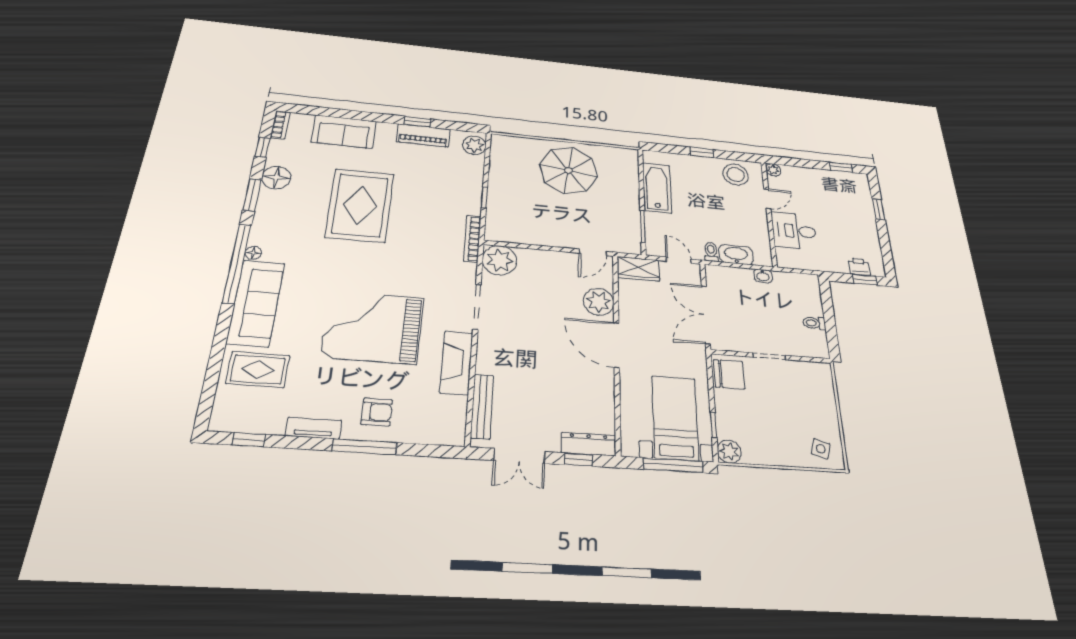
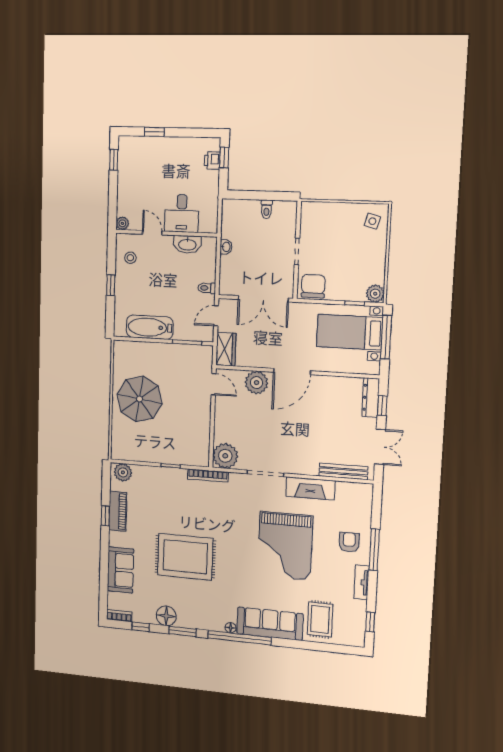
stool: (736, 175) -> (130, 258), width x0.53, depth x0.53
washbasin: (736, 255) -> (187, 244), moved, turned -90

